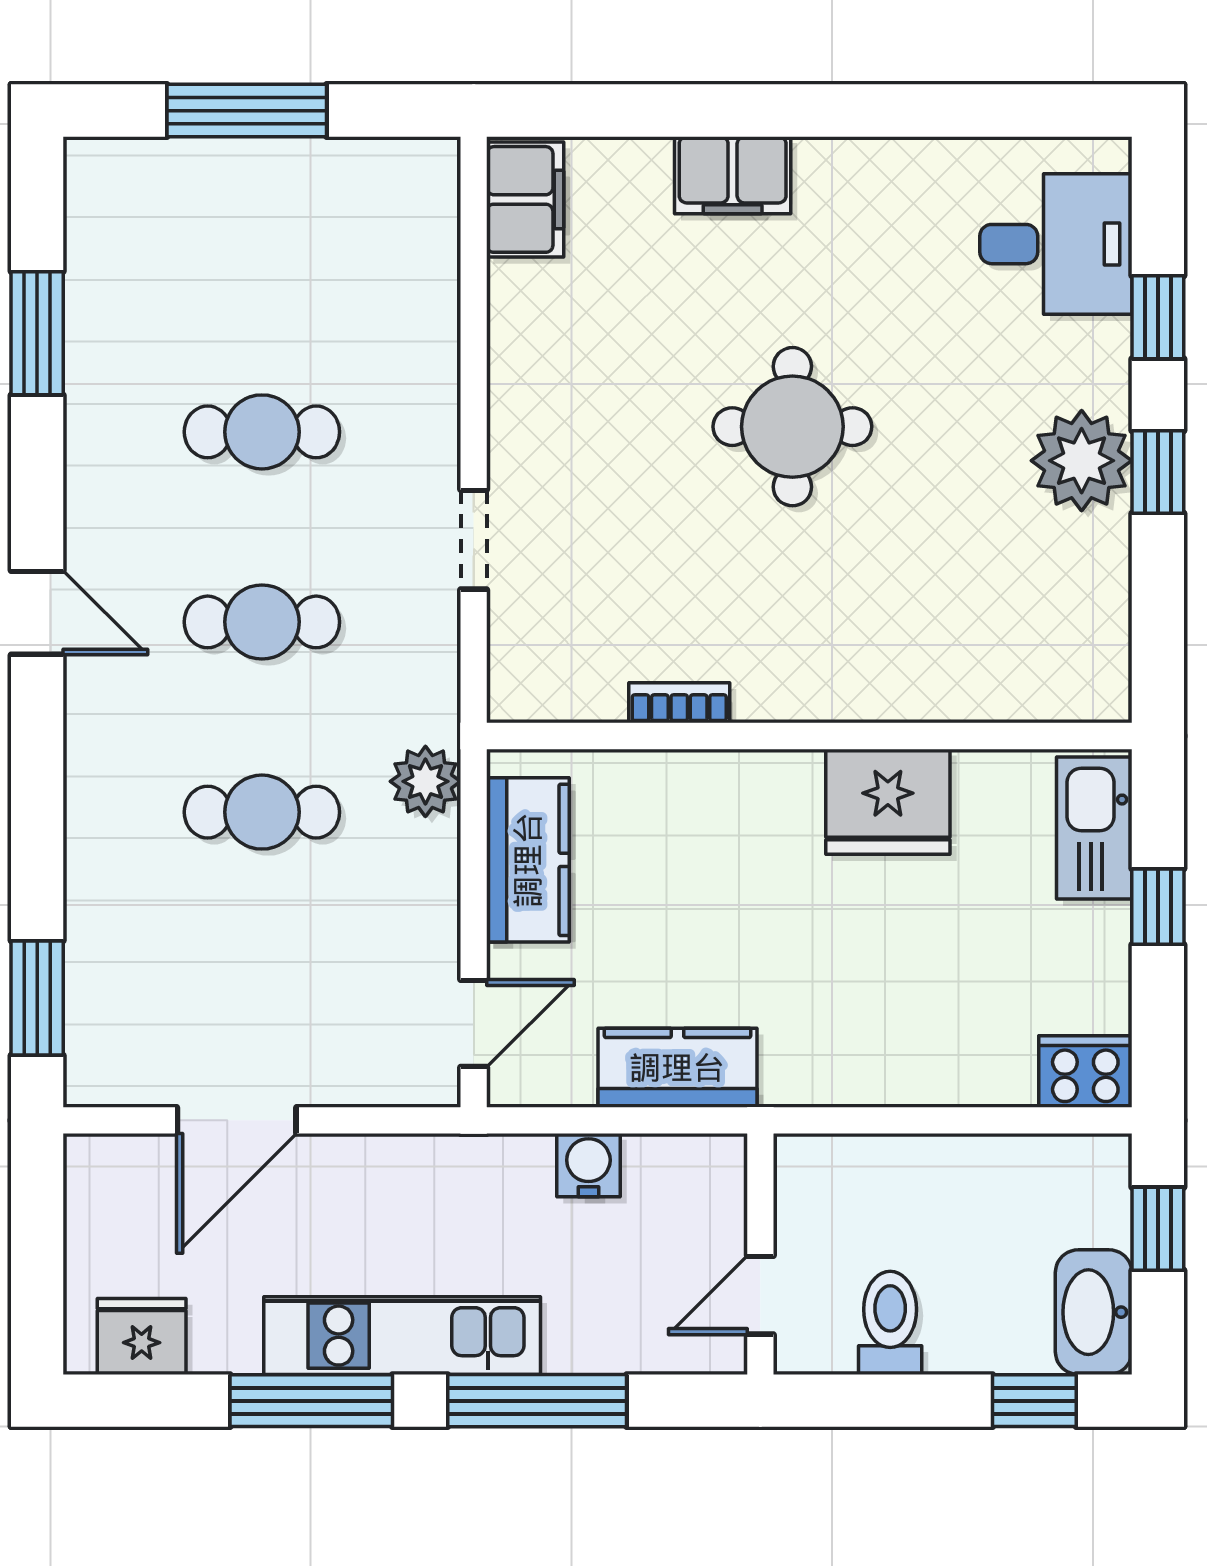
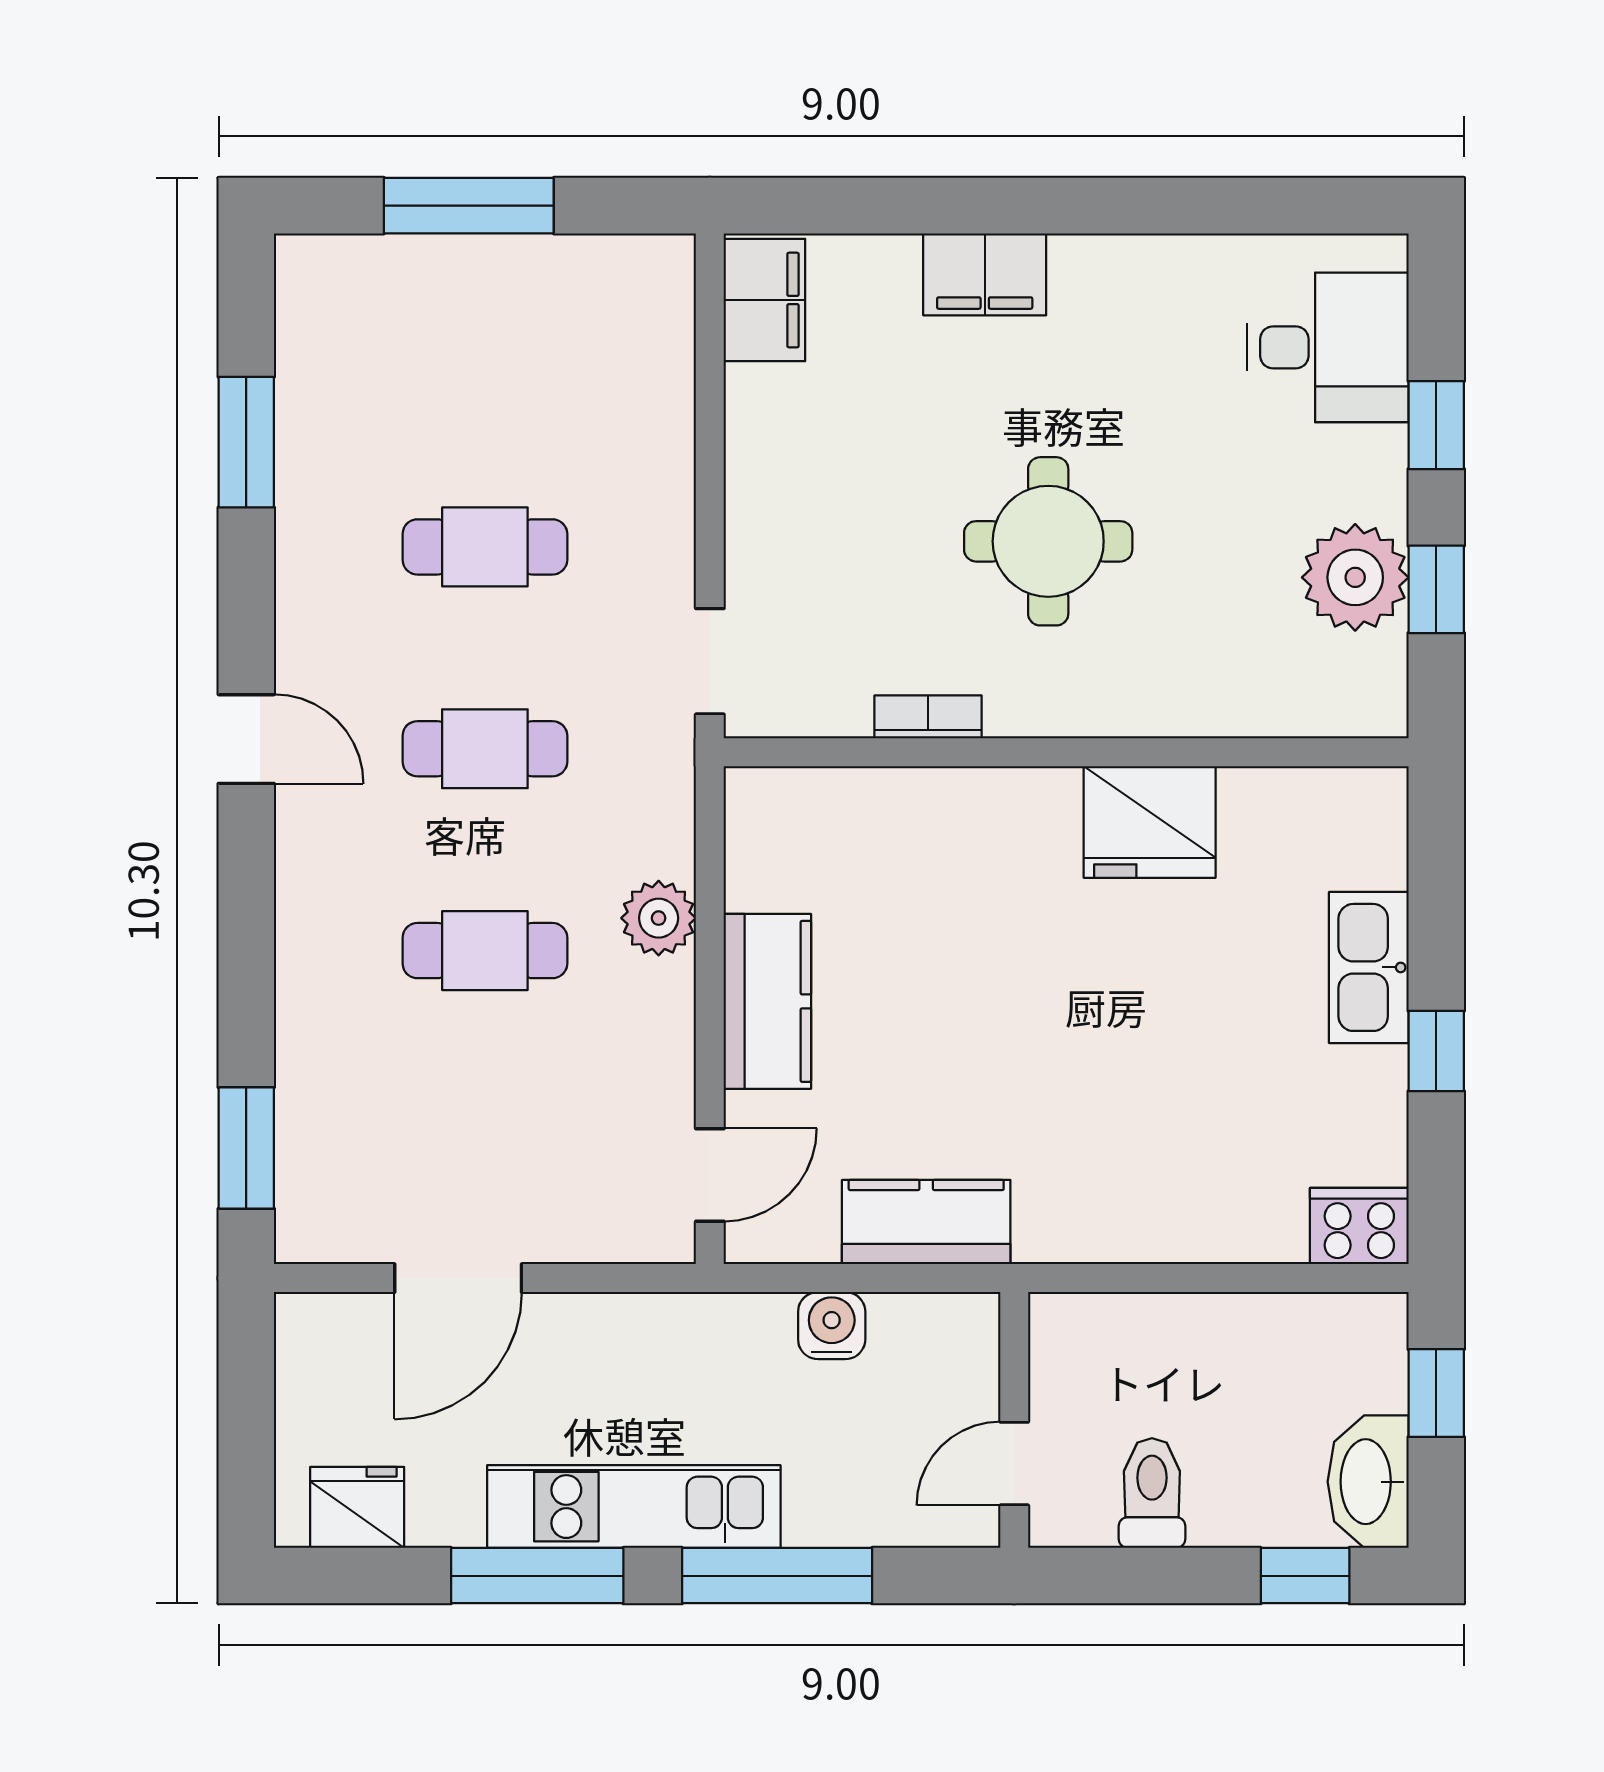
bookcase: (679, 703) -> (928, 717), moved
wall: (809, 736) -> (1066, 752), moved
fridge: (888, 802) -> (1150, 822), moved

